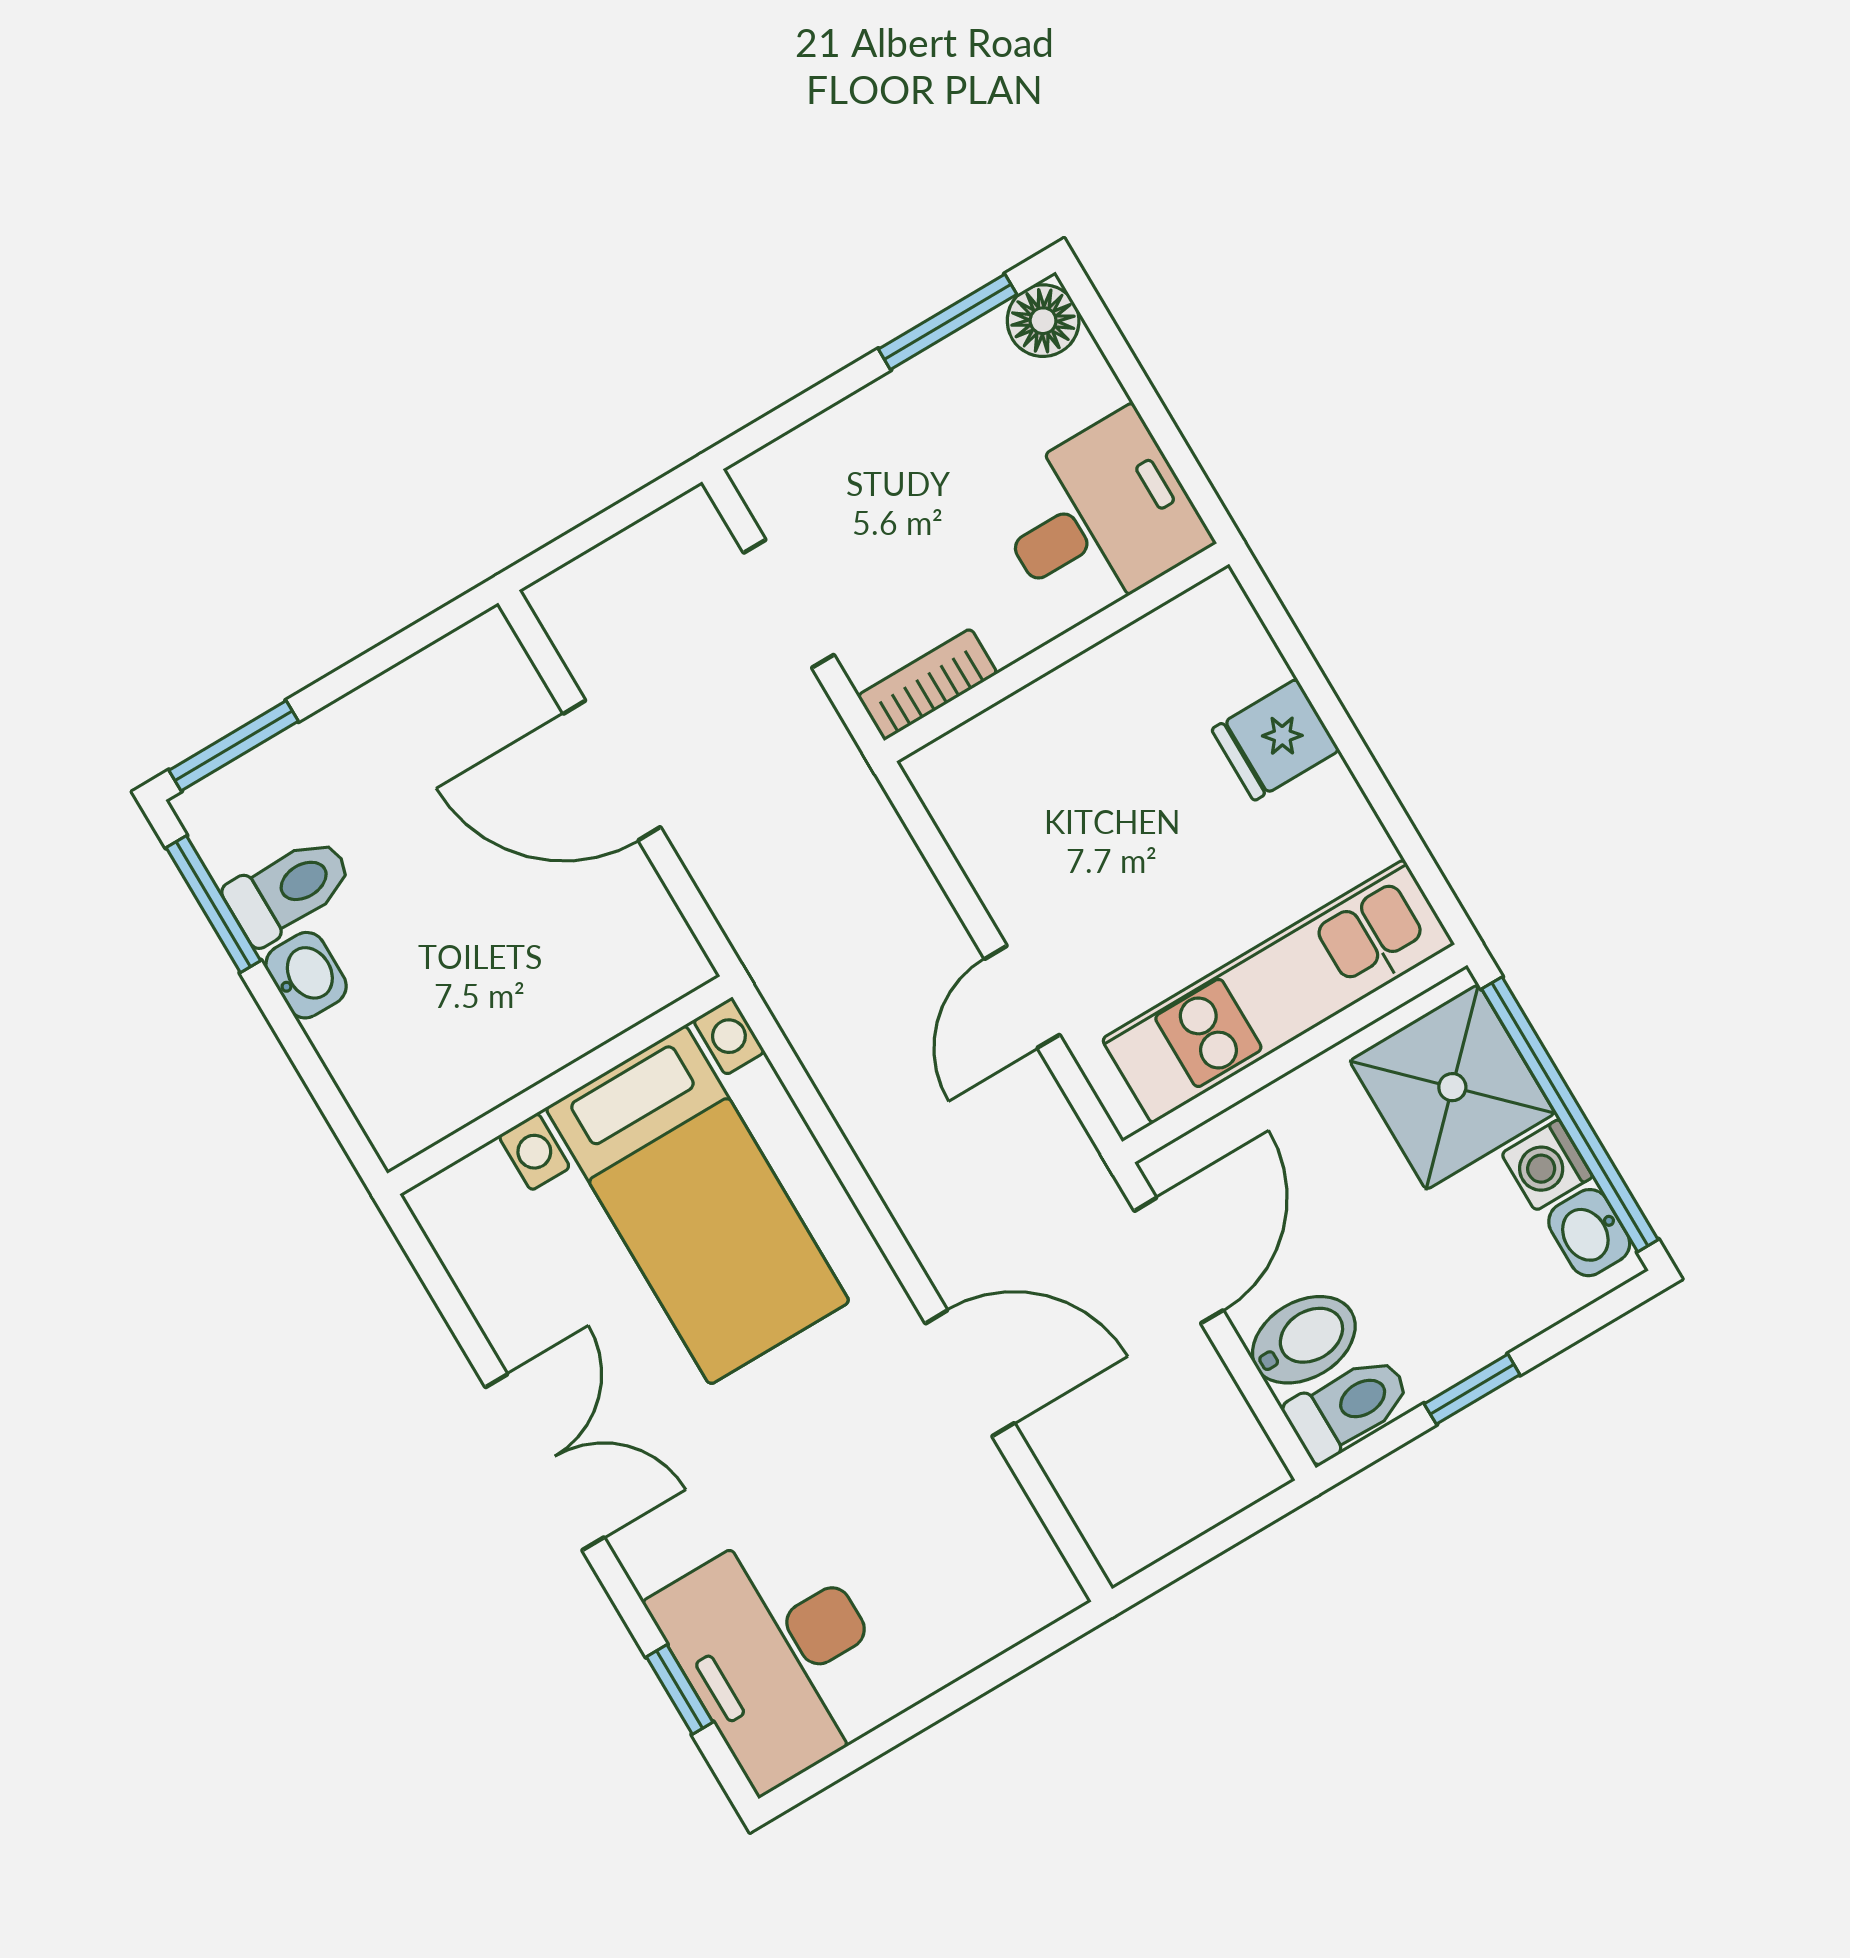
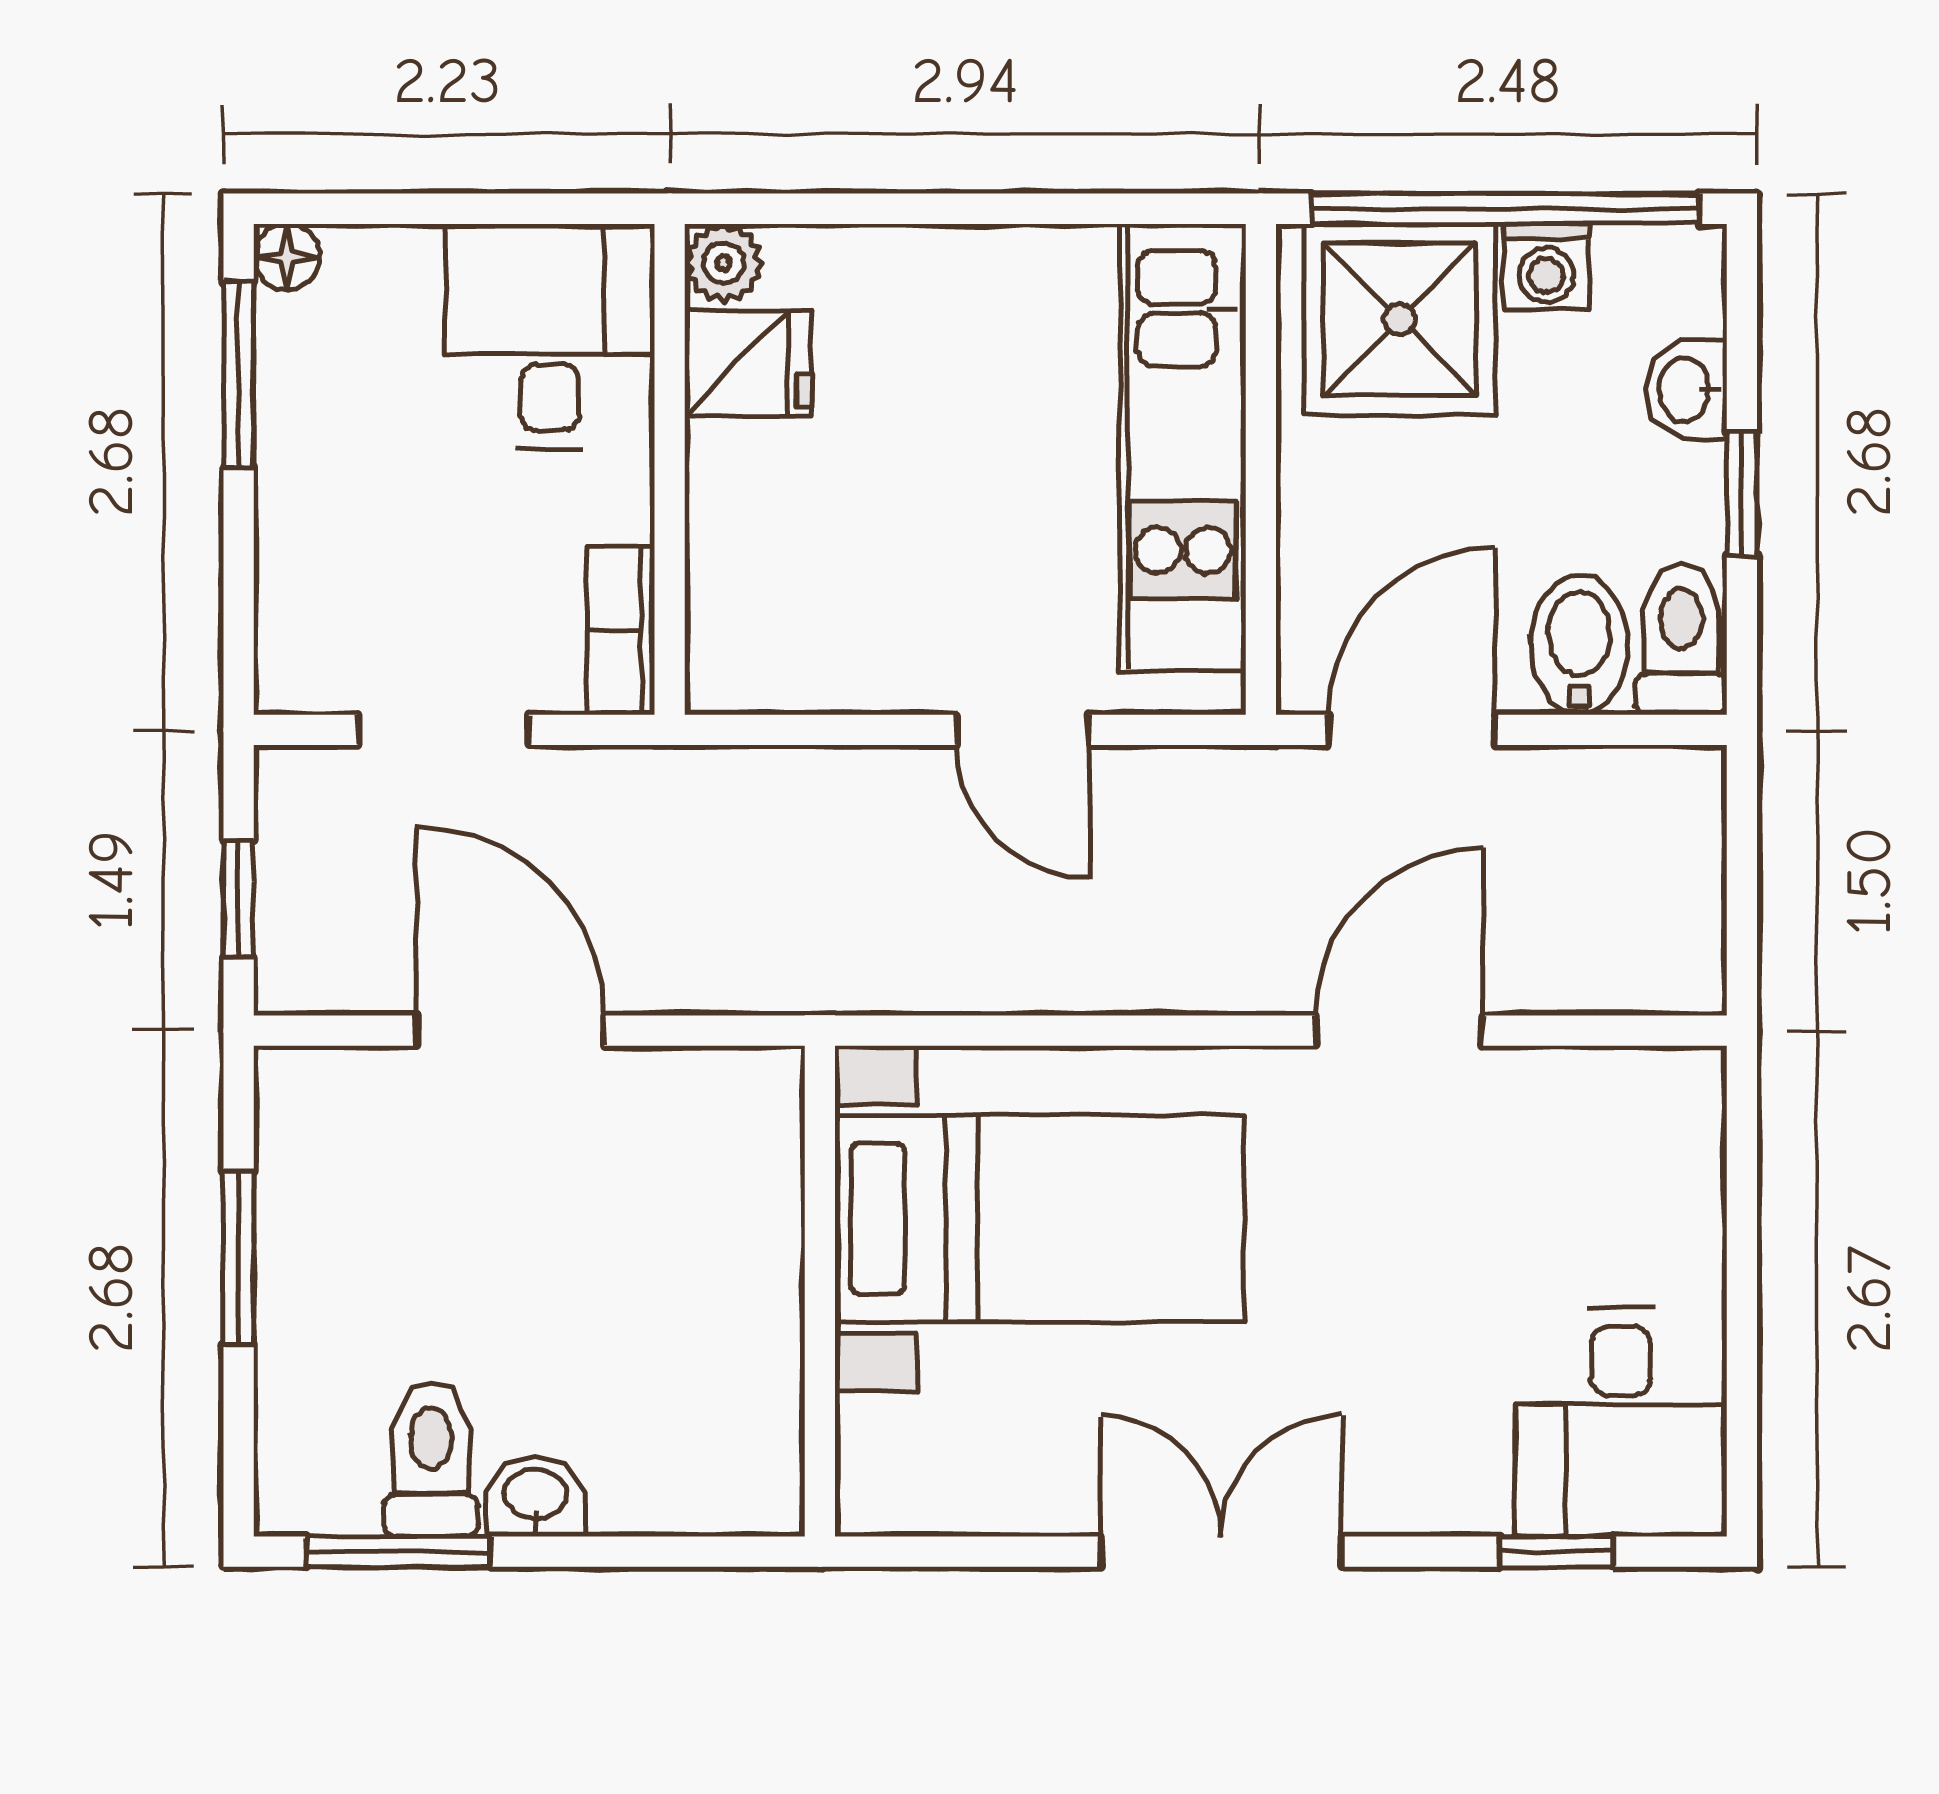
floor lamp: (1043, 321) -> (287, 257), width x0.73, depth x0.73
window: (592, 533) -> (239, 899), added
plant: (1218, 606) -> (724, 263), added
fridge: (1275, 740) -> (748, 363), moved, turned -90
window: (234, 746) -> (239, 1258), moved
door: (612, 770) -> (510, 1031), swing flipped
washbasin: (1589, 1233) -> (1686, 390), moved, turned 90
door: (1179, 1261) -> (1412, 730), hinge flipped
desk: (777, 1654) -> (1621, 1422), width x0.73

